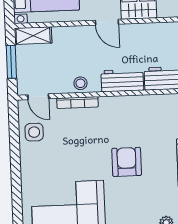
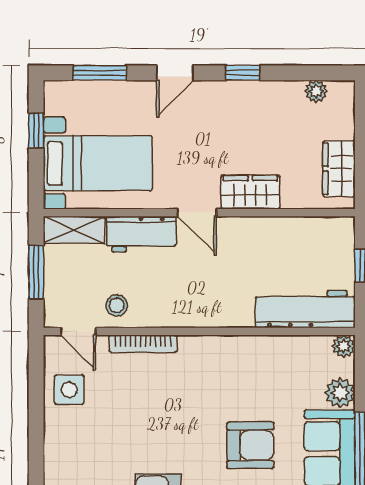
workbench: (122, 80) -> (141, 234), moved, turned 180
stool: (80, 83) -> (117, 305), moved
armchair: (127, 162) -> (250, 445), moved, turned 90

